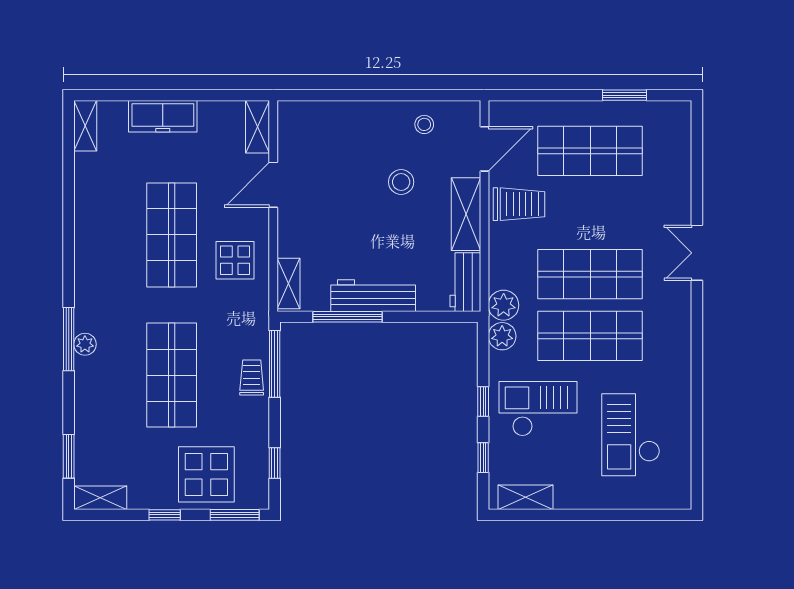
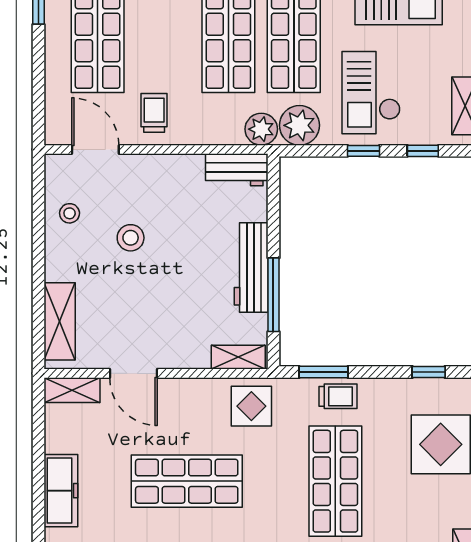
trolley: (519, 204) -> (154, 113), width x0.73, depth x0.72
shelving: (466, 214) -> (60, 321), moved, turned 90
display table: (235, 260) -> (251, 406), moved
plant: (502, 336) -> (299, 125), width x1.36, depth x1.36
window: (275, 364) -> (323, 372), width x0.69
shop shelf: (172, 375) -> (335, 481), turned 90
trolley: (252, 378) -> (338, 396), turned 180

